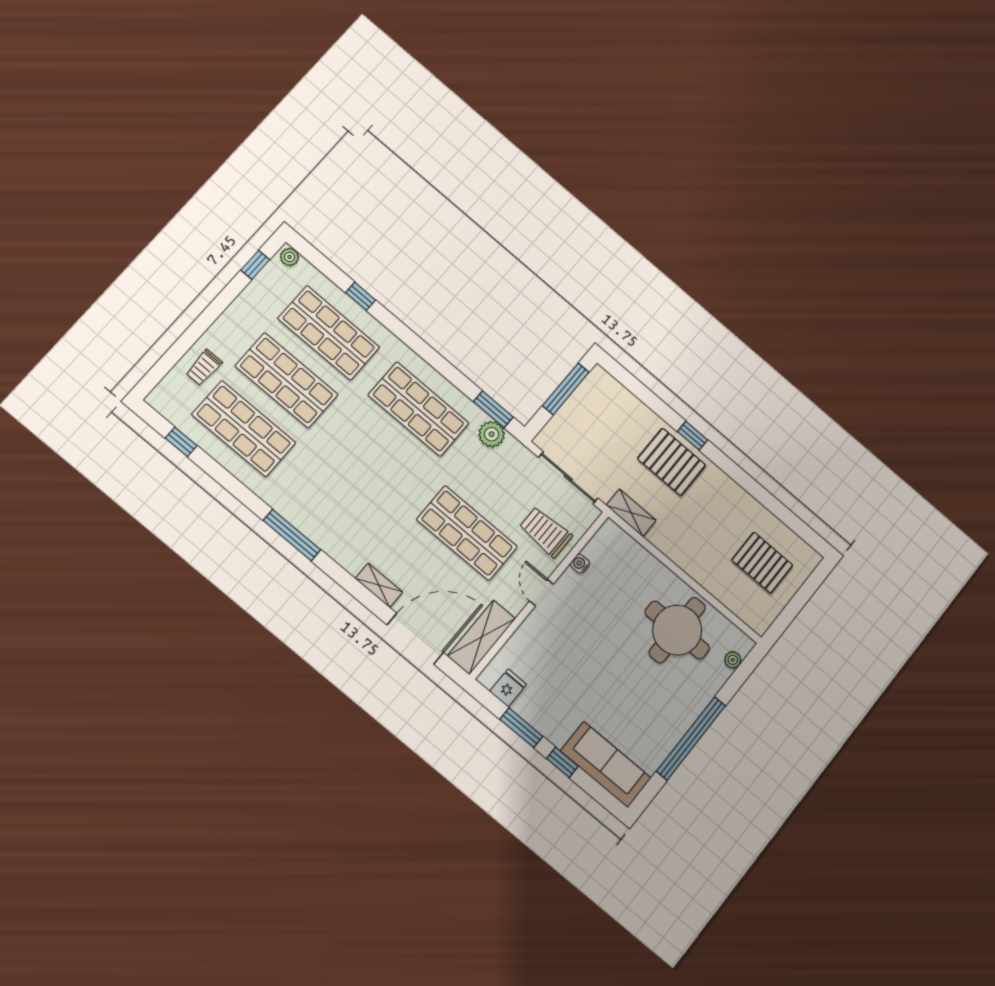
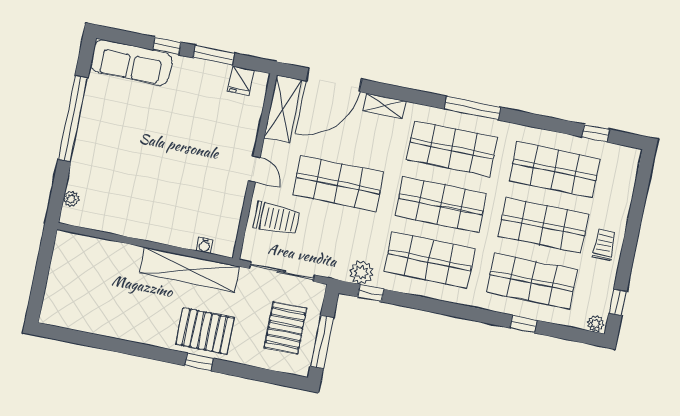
trolley: (204, 368) -> (604, 245), moved
window: (493, 409) -> (371, 293), width x0.67
shop shelf: (377, 457) -> (441, 204), added
shop shelf: (335, 506) -> (452, 149), added
shelving: (631, 513) -> (189, 270), width x2.20, depth x1.33
pallet: (762, 563) -> (285, 328), moved, turned 90
water cooler: (580, 564) -> (204, 245), moved, turned 90
round table: (677, 630) -> (129, 198), removed

